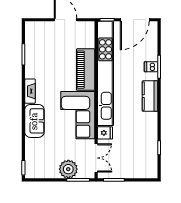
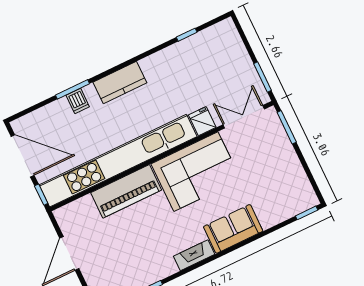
plant: (68, 169) -> (278, 149), removed

